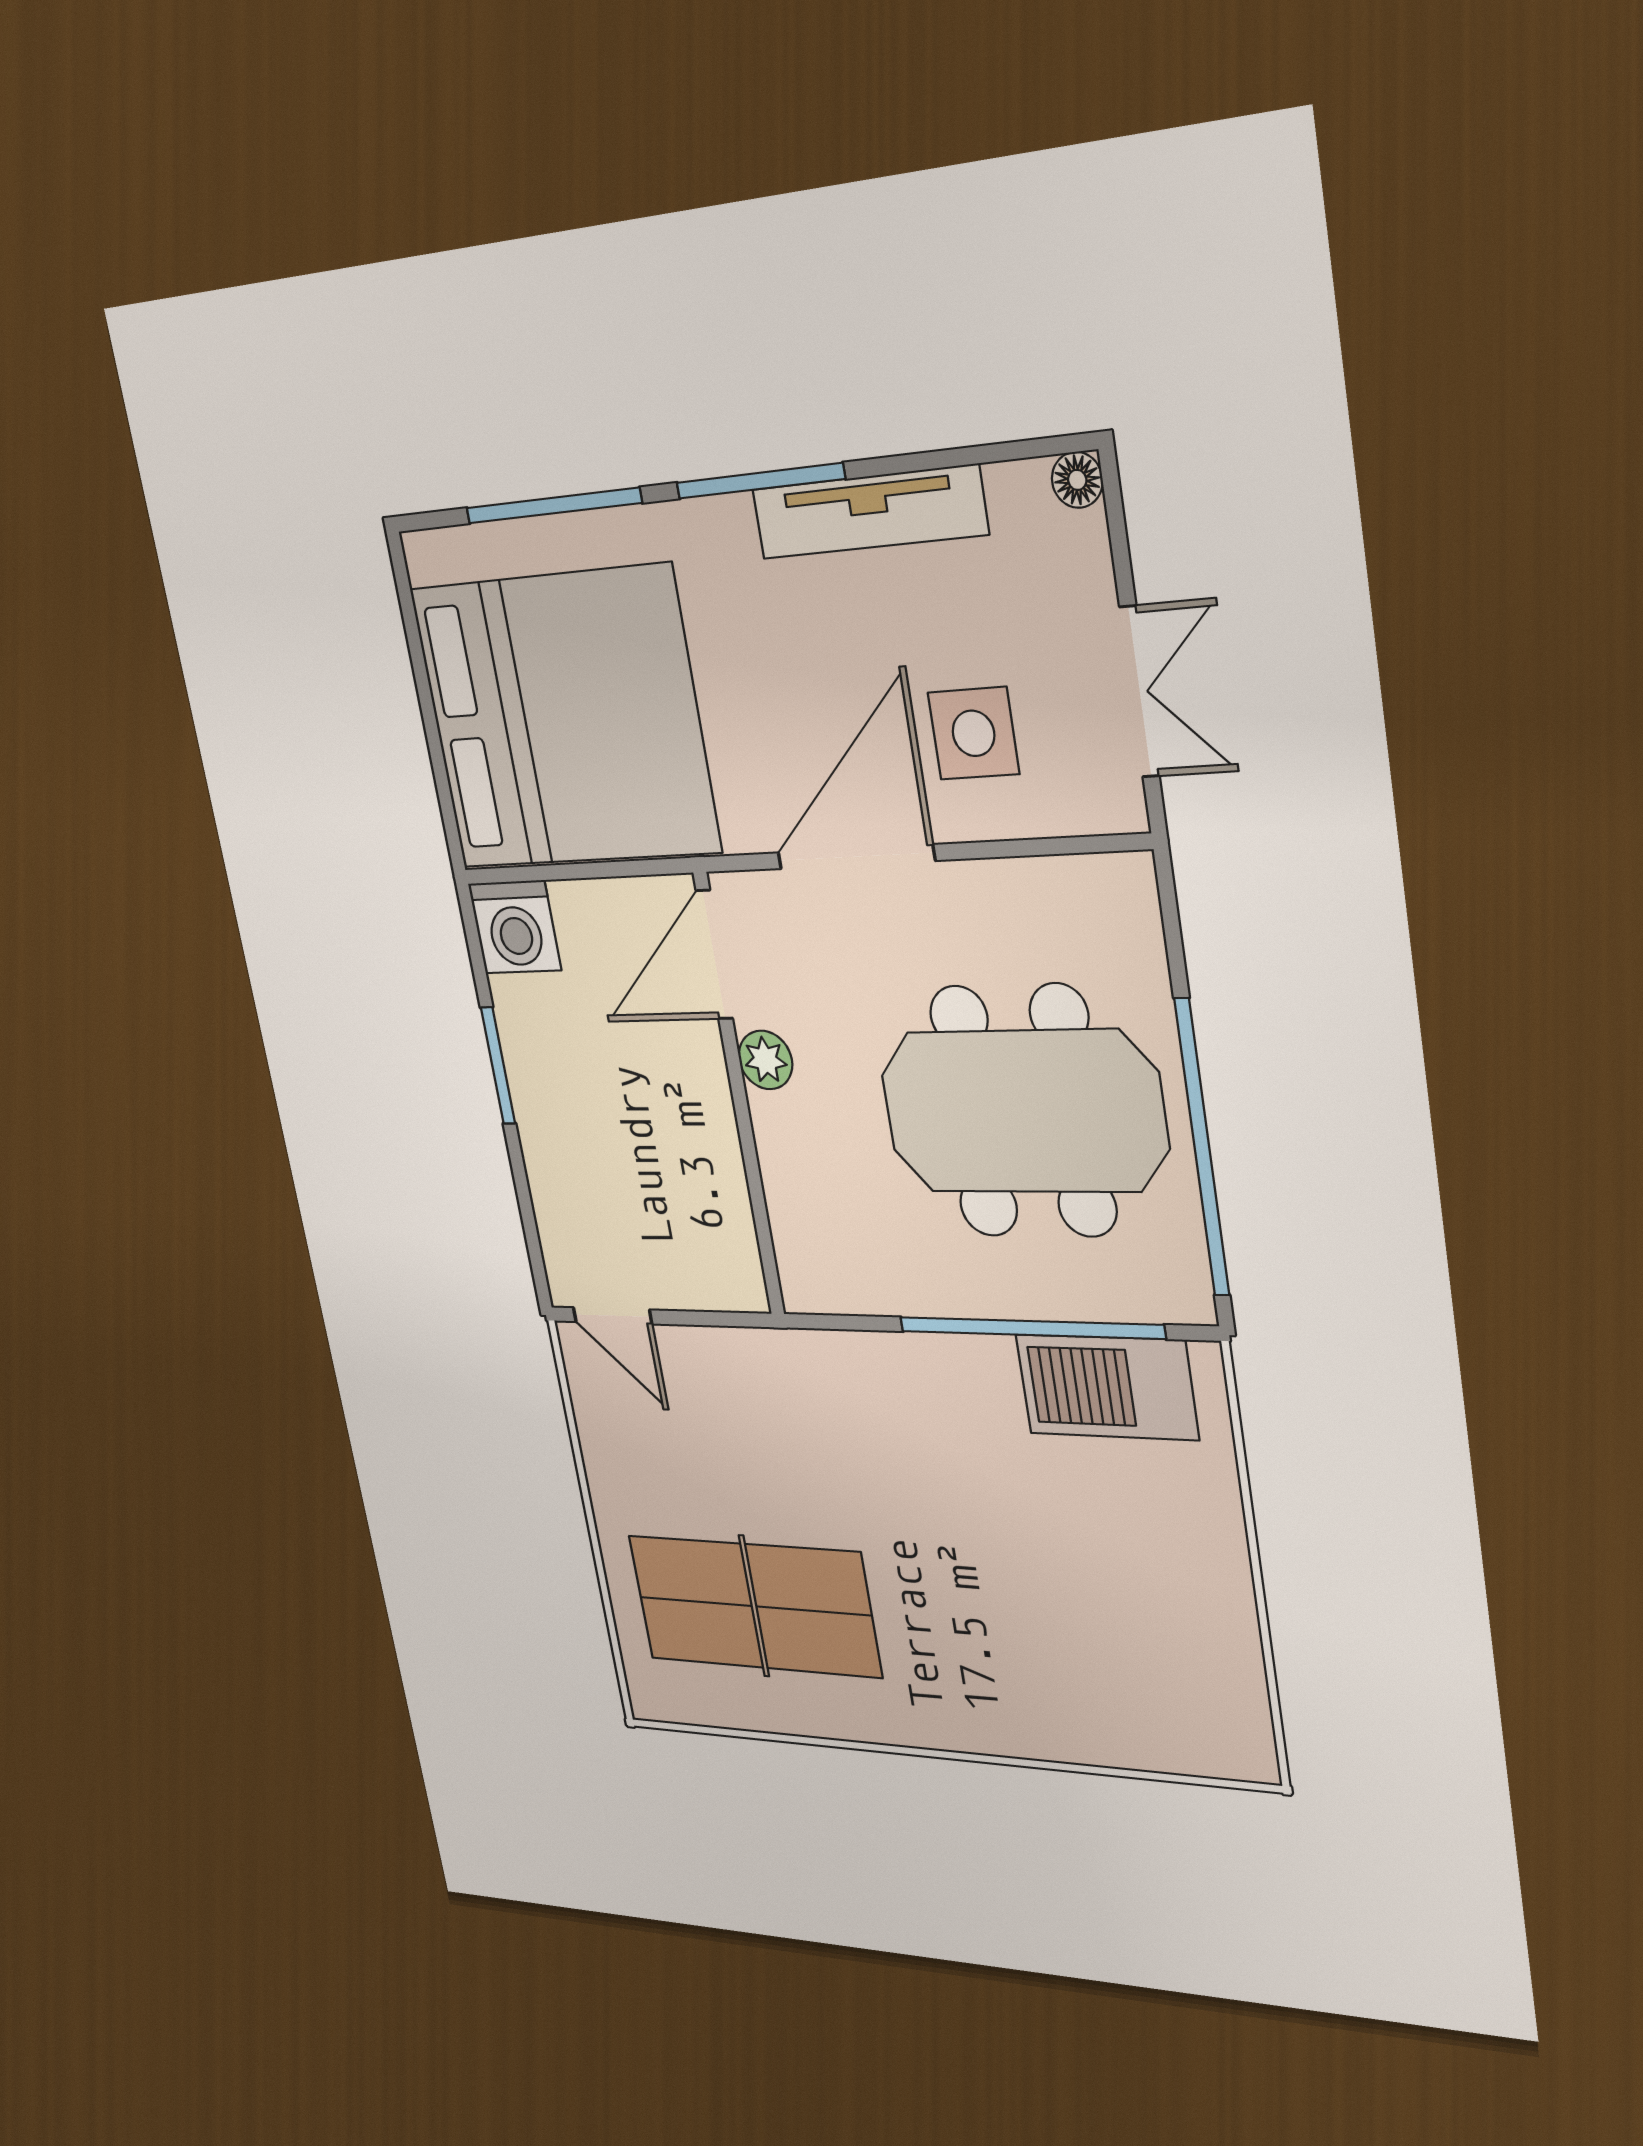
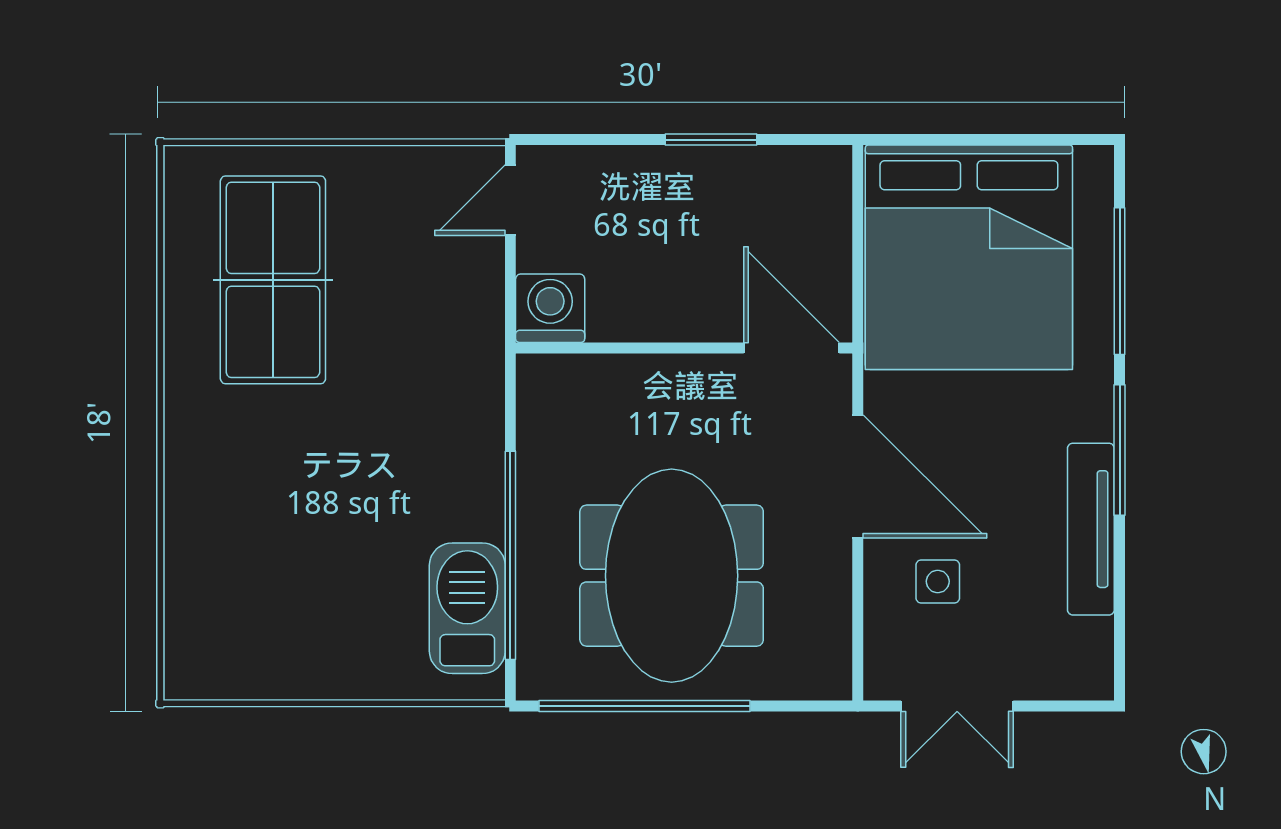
floor lamp: (1077, 480) -> (1096, 683), removed
side table: (974, 733) -> (938, 581), width x0.73, depth x0.73
washing machine: (515, 927) -> (550, 308), moved, turned 90
plant: (765, 1060) -> (712, 375), removed

